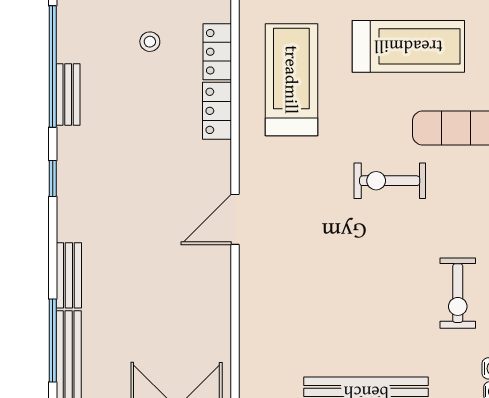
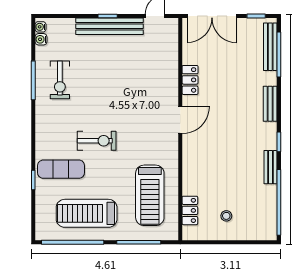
bench: (68, 95) -> (271, 167), moved
locker: (217, 111) -> (190, 80), moved
bench: (69, 275) -> (270, 104), moved
exercise bike: (458, 293) -> (60, 80), turned 180

